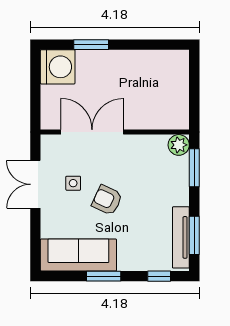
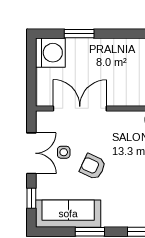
double door: (35, 184) -> (31, 153), swing flipped
window: (35, 237) -> (31, 198), added

